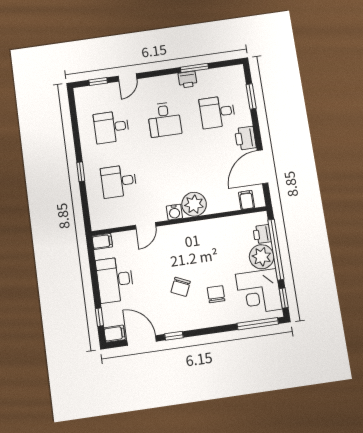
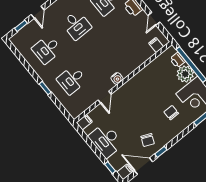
door: (262, 167) -> (154, 19), width x0.53
plant: (194, 204) -> (126, 67), removed
chair: (181, 287) -> (148, 140), moved

